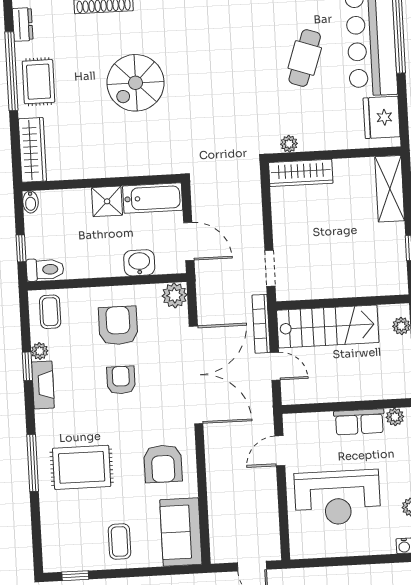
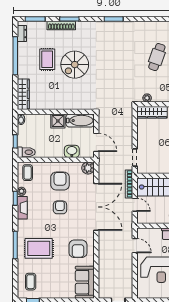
rug: (38, 82) -> (47, 59), moved
door: (280, 451) -> (135, 246), swing flipped
coffee table: (120, 542) -> (31, 282), moved

